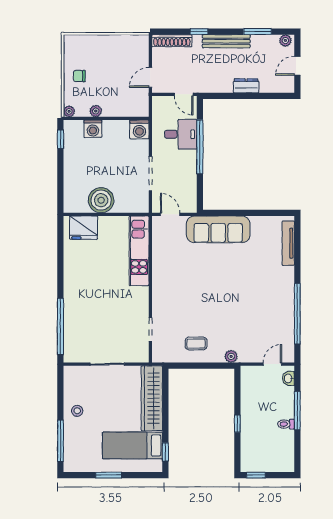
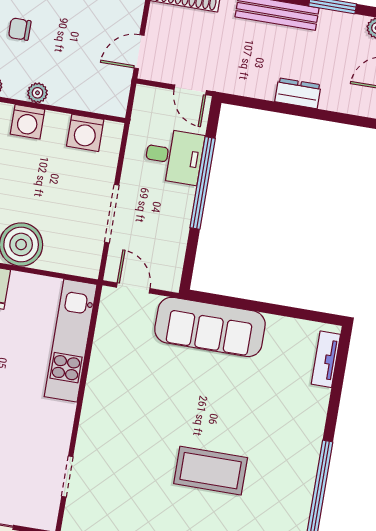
washing machine: (139, 129) -> (85, 133), moved
tv unit: (288, 243) -> (326, 359), width x0.71
coffee table: (196, 343) -> (211, 471), moved, width x1.86, depth x1.72

